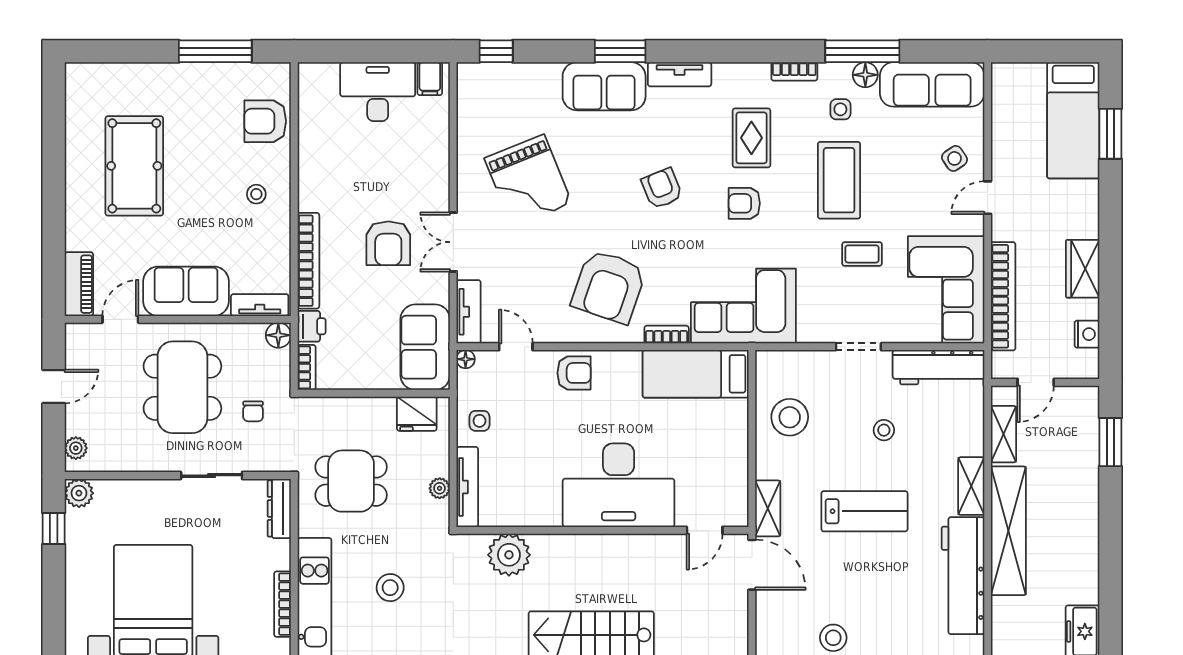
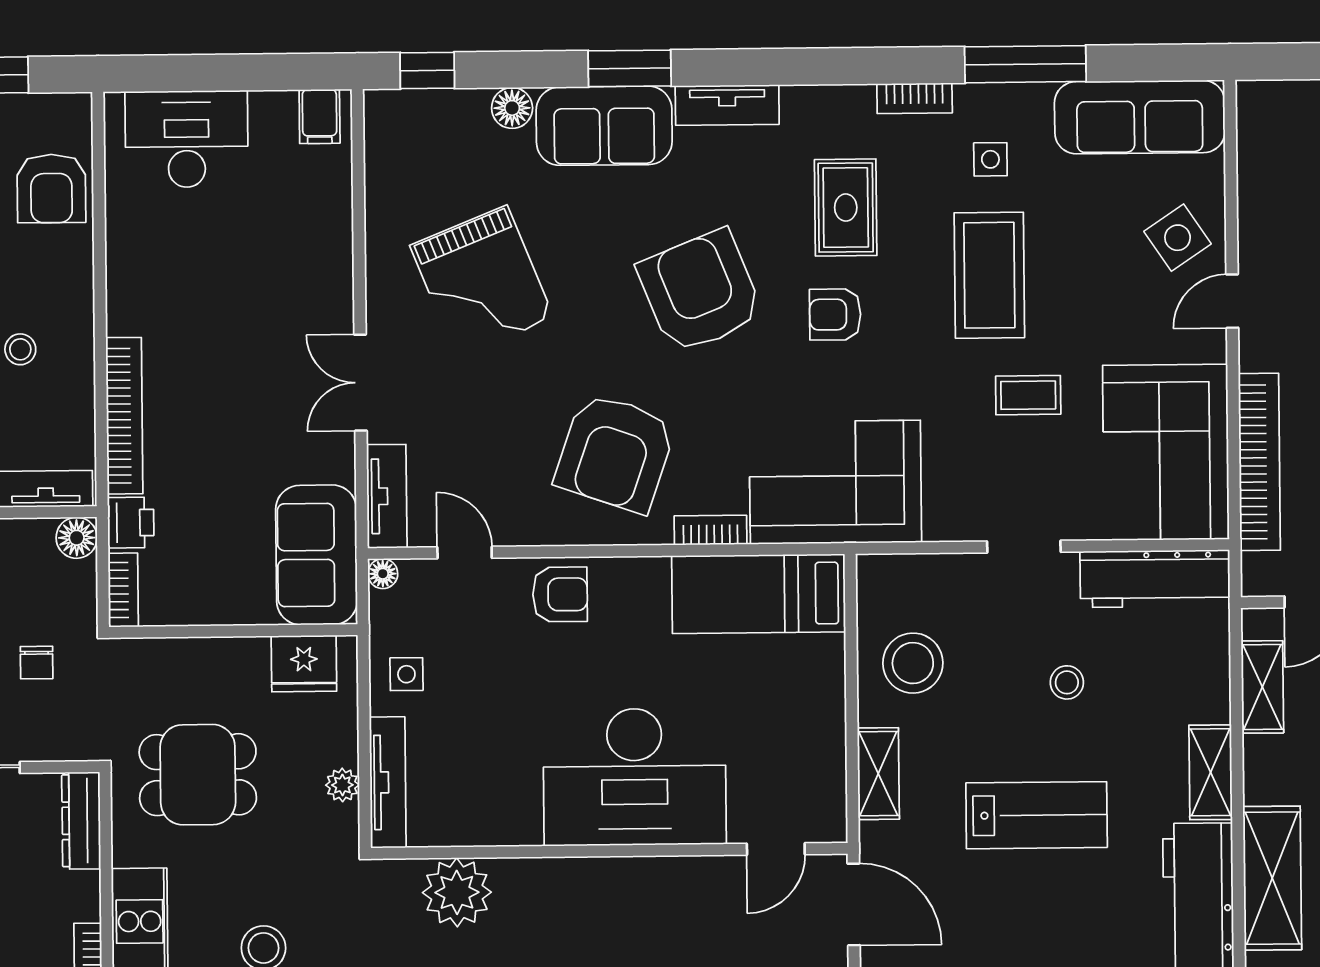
floor lamp: (865, 75) -> (512, 108), moved
desk: (378, 92) -> (187, 139), moved
armchair: (265, 121) -> (51, 189), turned -90
side table: (954, 158) -> (1178, 238), width x1.37, depth x1.37
armchair: (662, 188) -> (700, 292), width x1.88, depth x1.88
stool: (256, 194) -> (20, 349), moved
armchair: (388, 243) -> (255, 386), removed
shelving: (768, 508) -> (878, 774), moved
shelving: (1008, 531) -> (1272, 878), width x0.68

